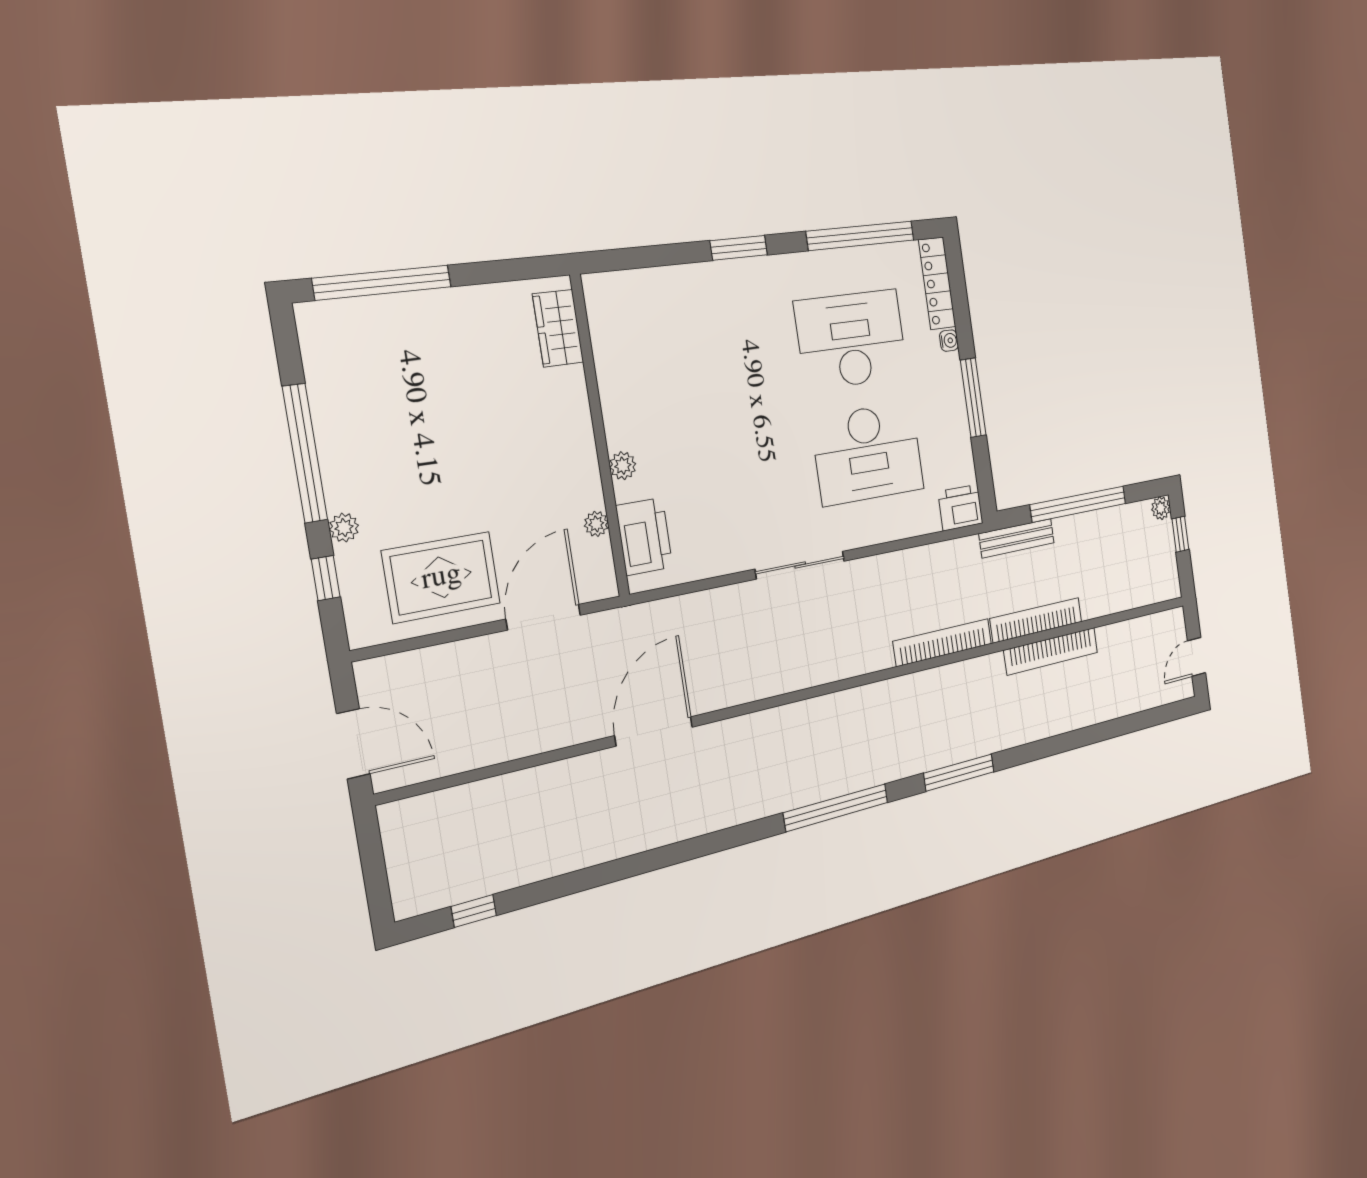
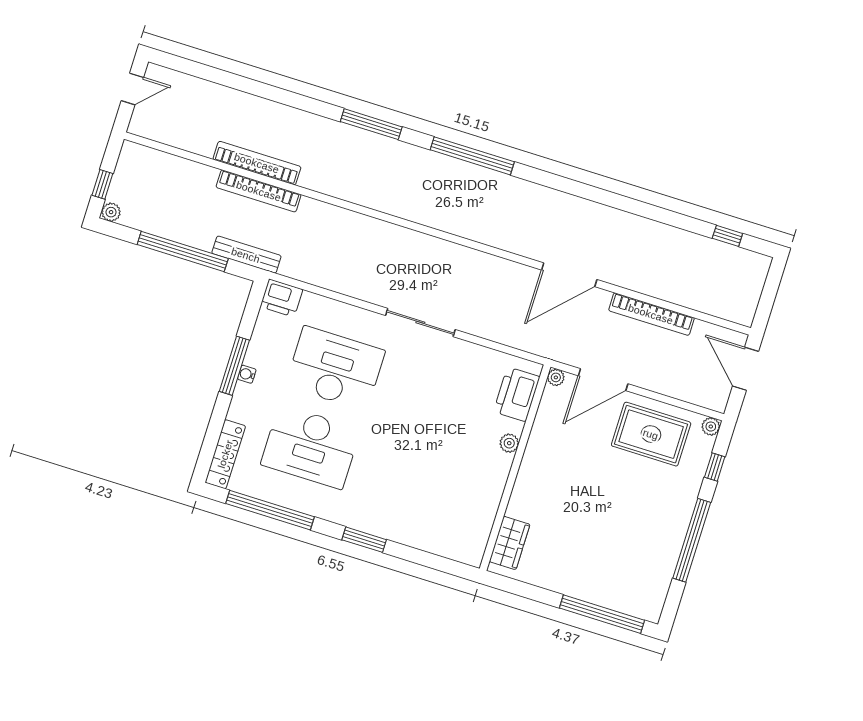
water cooler: (949, 341) -> (247, 374), moved
plant: (596, 524) -> (556, 377), moved
plant: (344, 528) -> (711, 427), moved
bookcase: (943, 642) -> (651, 314), moved

